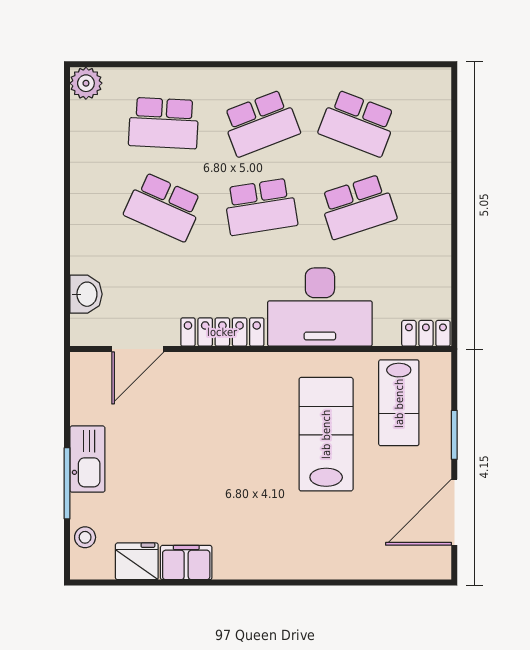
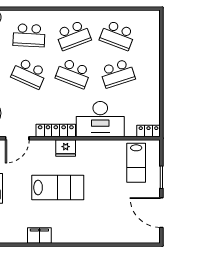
school desk: (261, 207) -> (73, 73), turned 30
lab bench: (326, 434) -> (58, 188), moved, turned 90
door: (454, 512) -> (161, 213), hinge flipped
fridge: (137, 561) -> (66, 148), moved, turned 180

